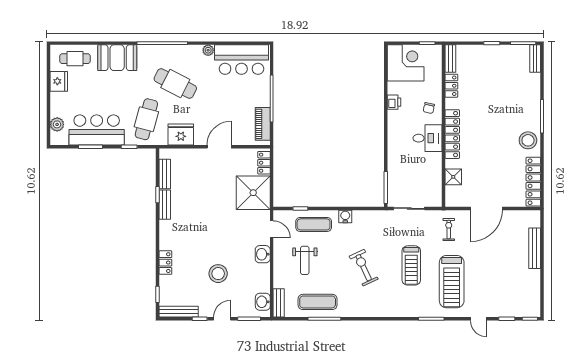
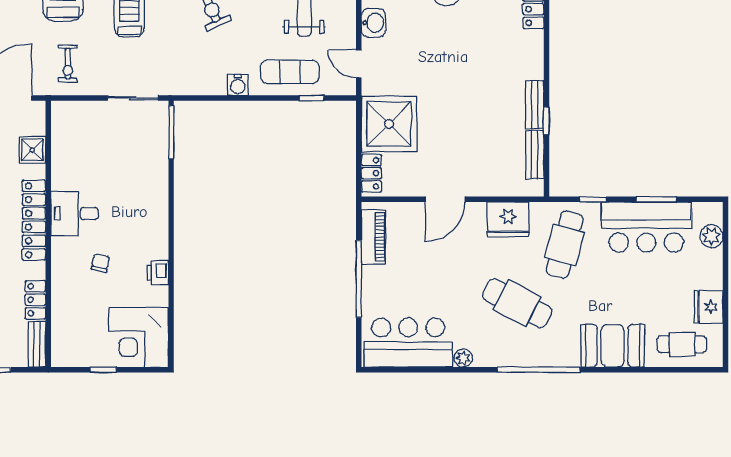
bench: (450, 59) -> (37, 344), moved
locker: (451, 86) -> (35, 300), moved
wall: (444, 126) -> (48, 234), moved
locker: (452, 134) -> (34, 220), moved
desk: (428, 138) -> (75, 214), moved
shower: (453, 177) -> (32, 150), moved

